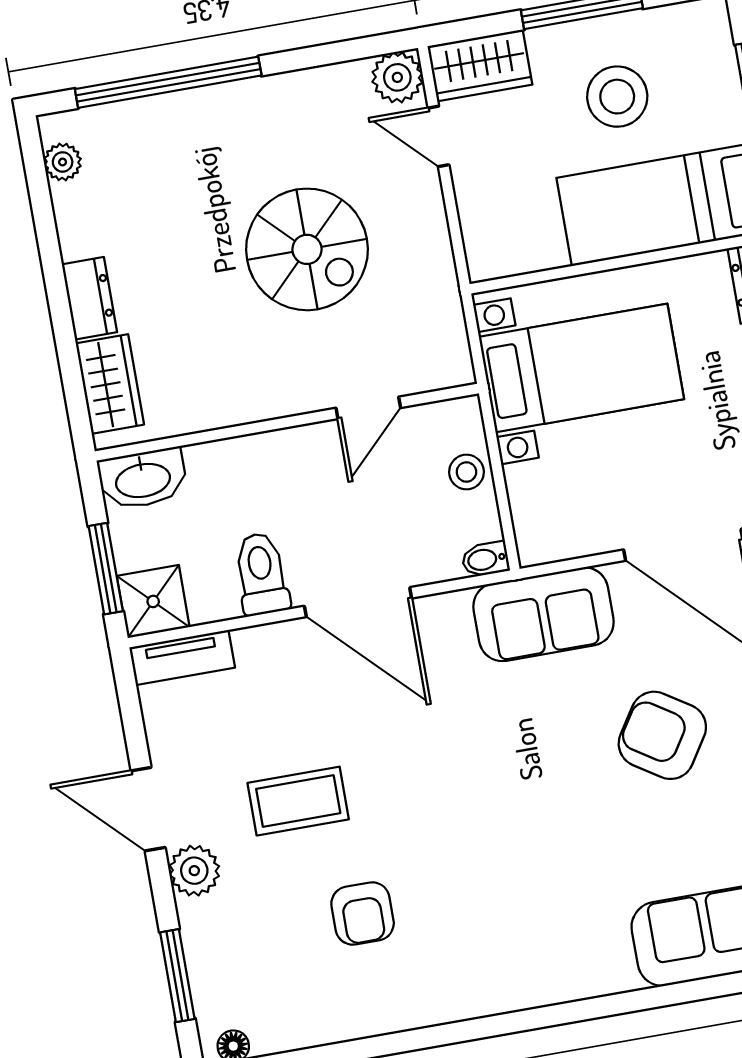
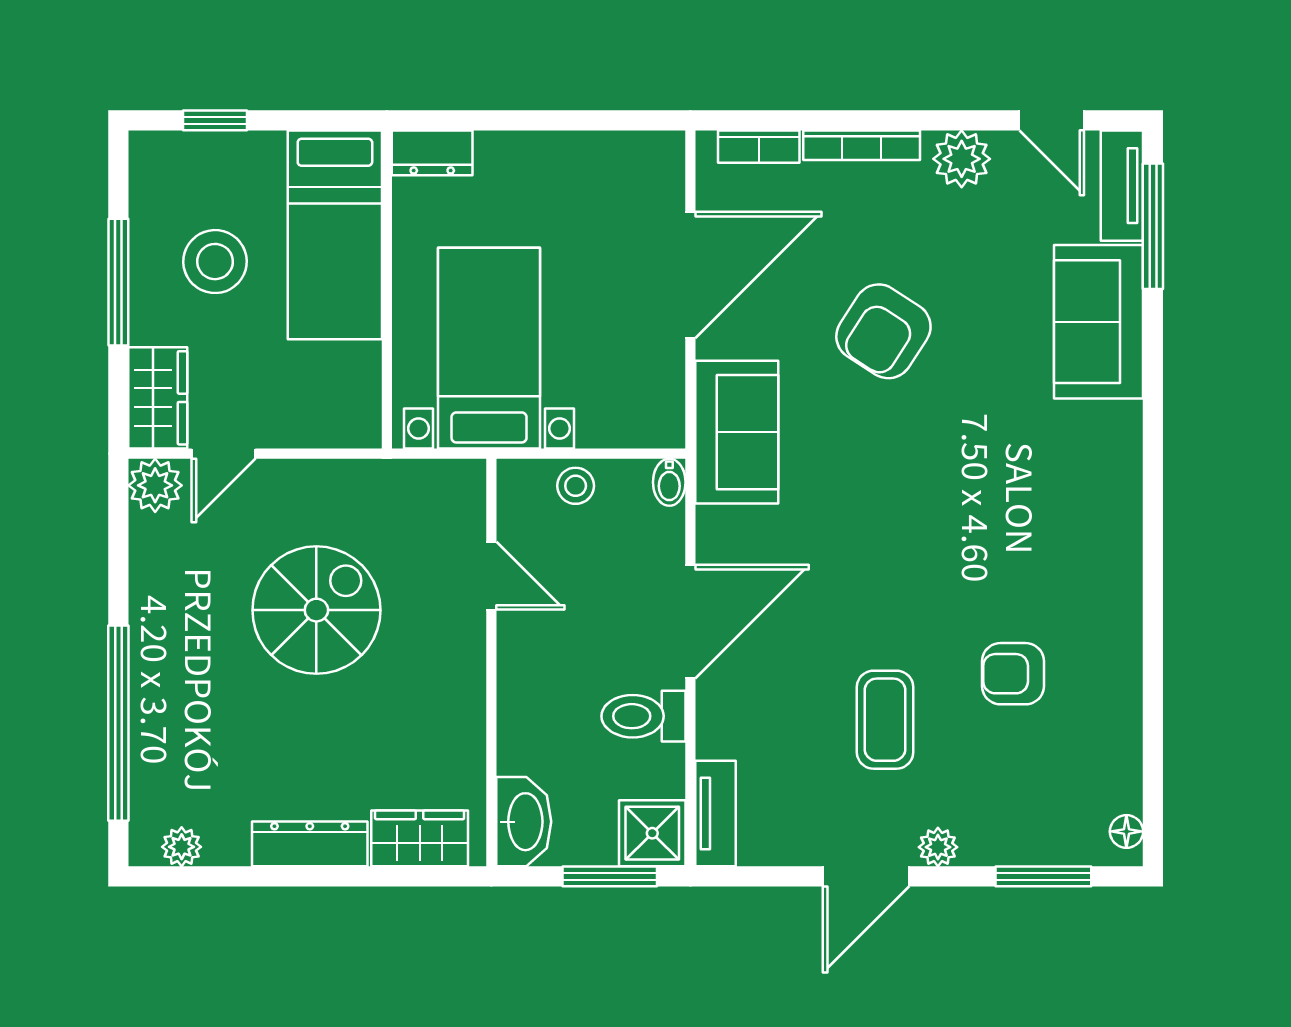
dresser: (89, 298) -> (310, 844), width x1.44
plant: (194, 871) -> (938, 847), width x0.73, depth x0.73
armchair: (363, 914) -> (1013, 674), turned 180

